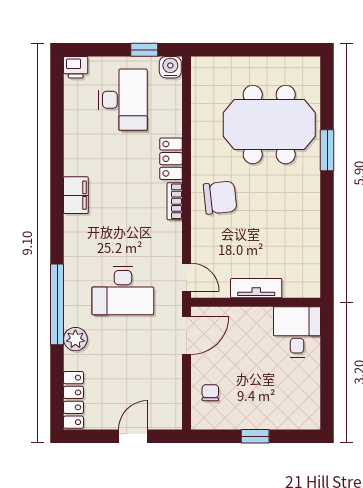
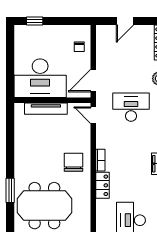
chair: (220, 198) -> (73, 162), turned 96
tv unit: (256, 288) -> (46, 109), width x1.41
desk: (297, 332) -> (40, 78), width x1.87, depth x1.30
window: (255, 436) -> (35, 21), moved

